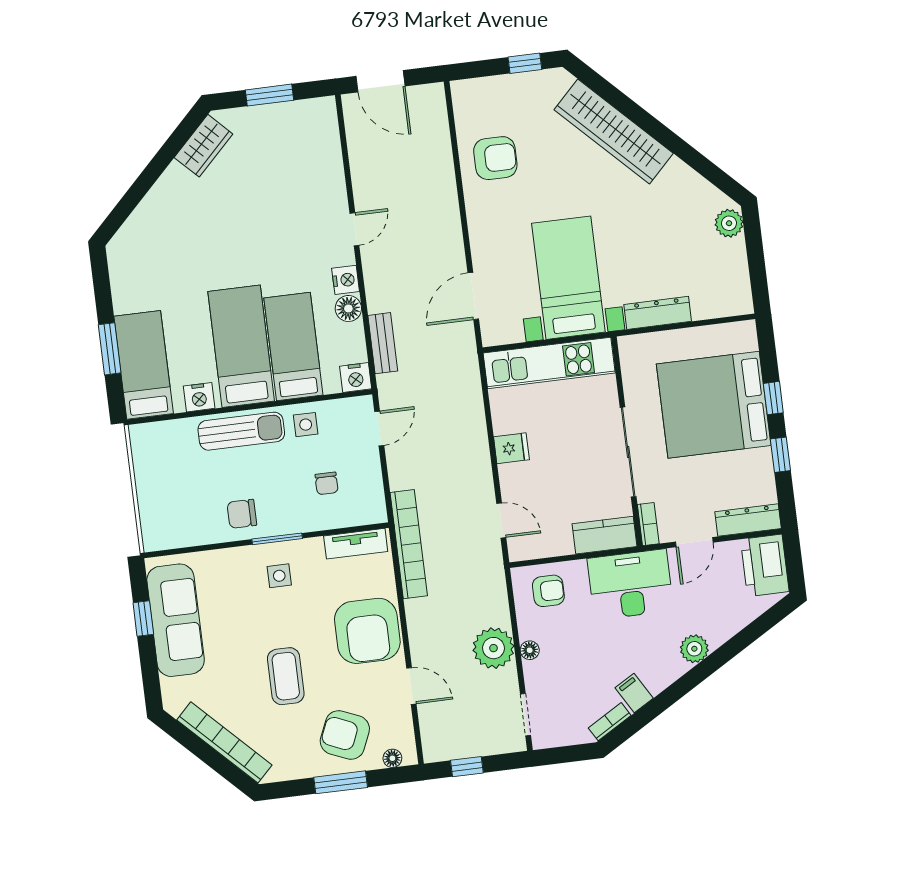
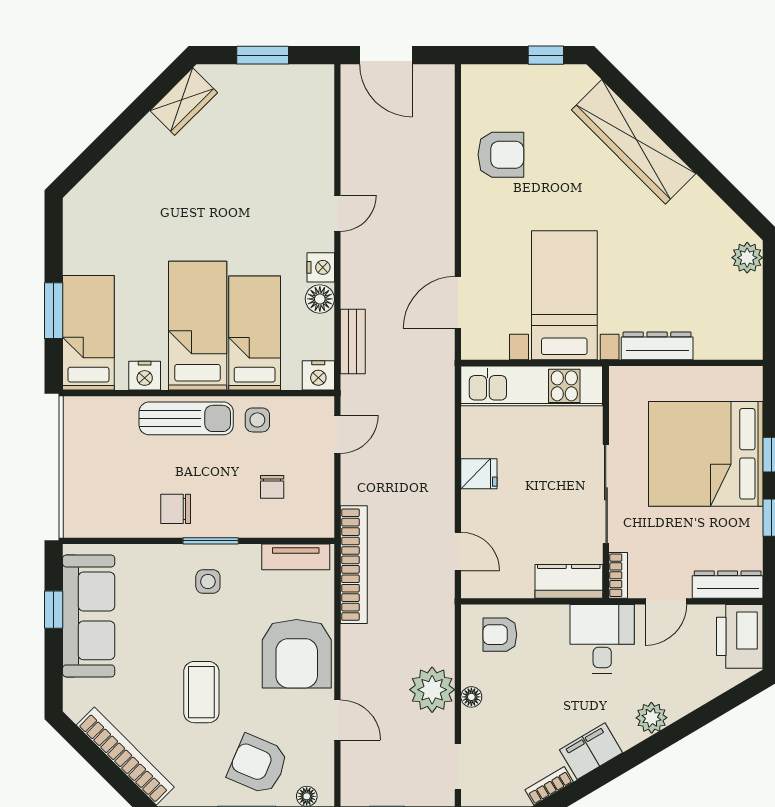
desk: (630, 584) -> (602, 639), width x0.73
armchair: (548, 591) -> (500, 635), turned 180
filing cabinet: (634, 693) -> (591, 751), width x2.00

